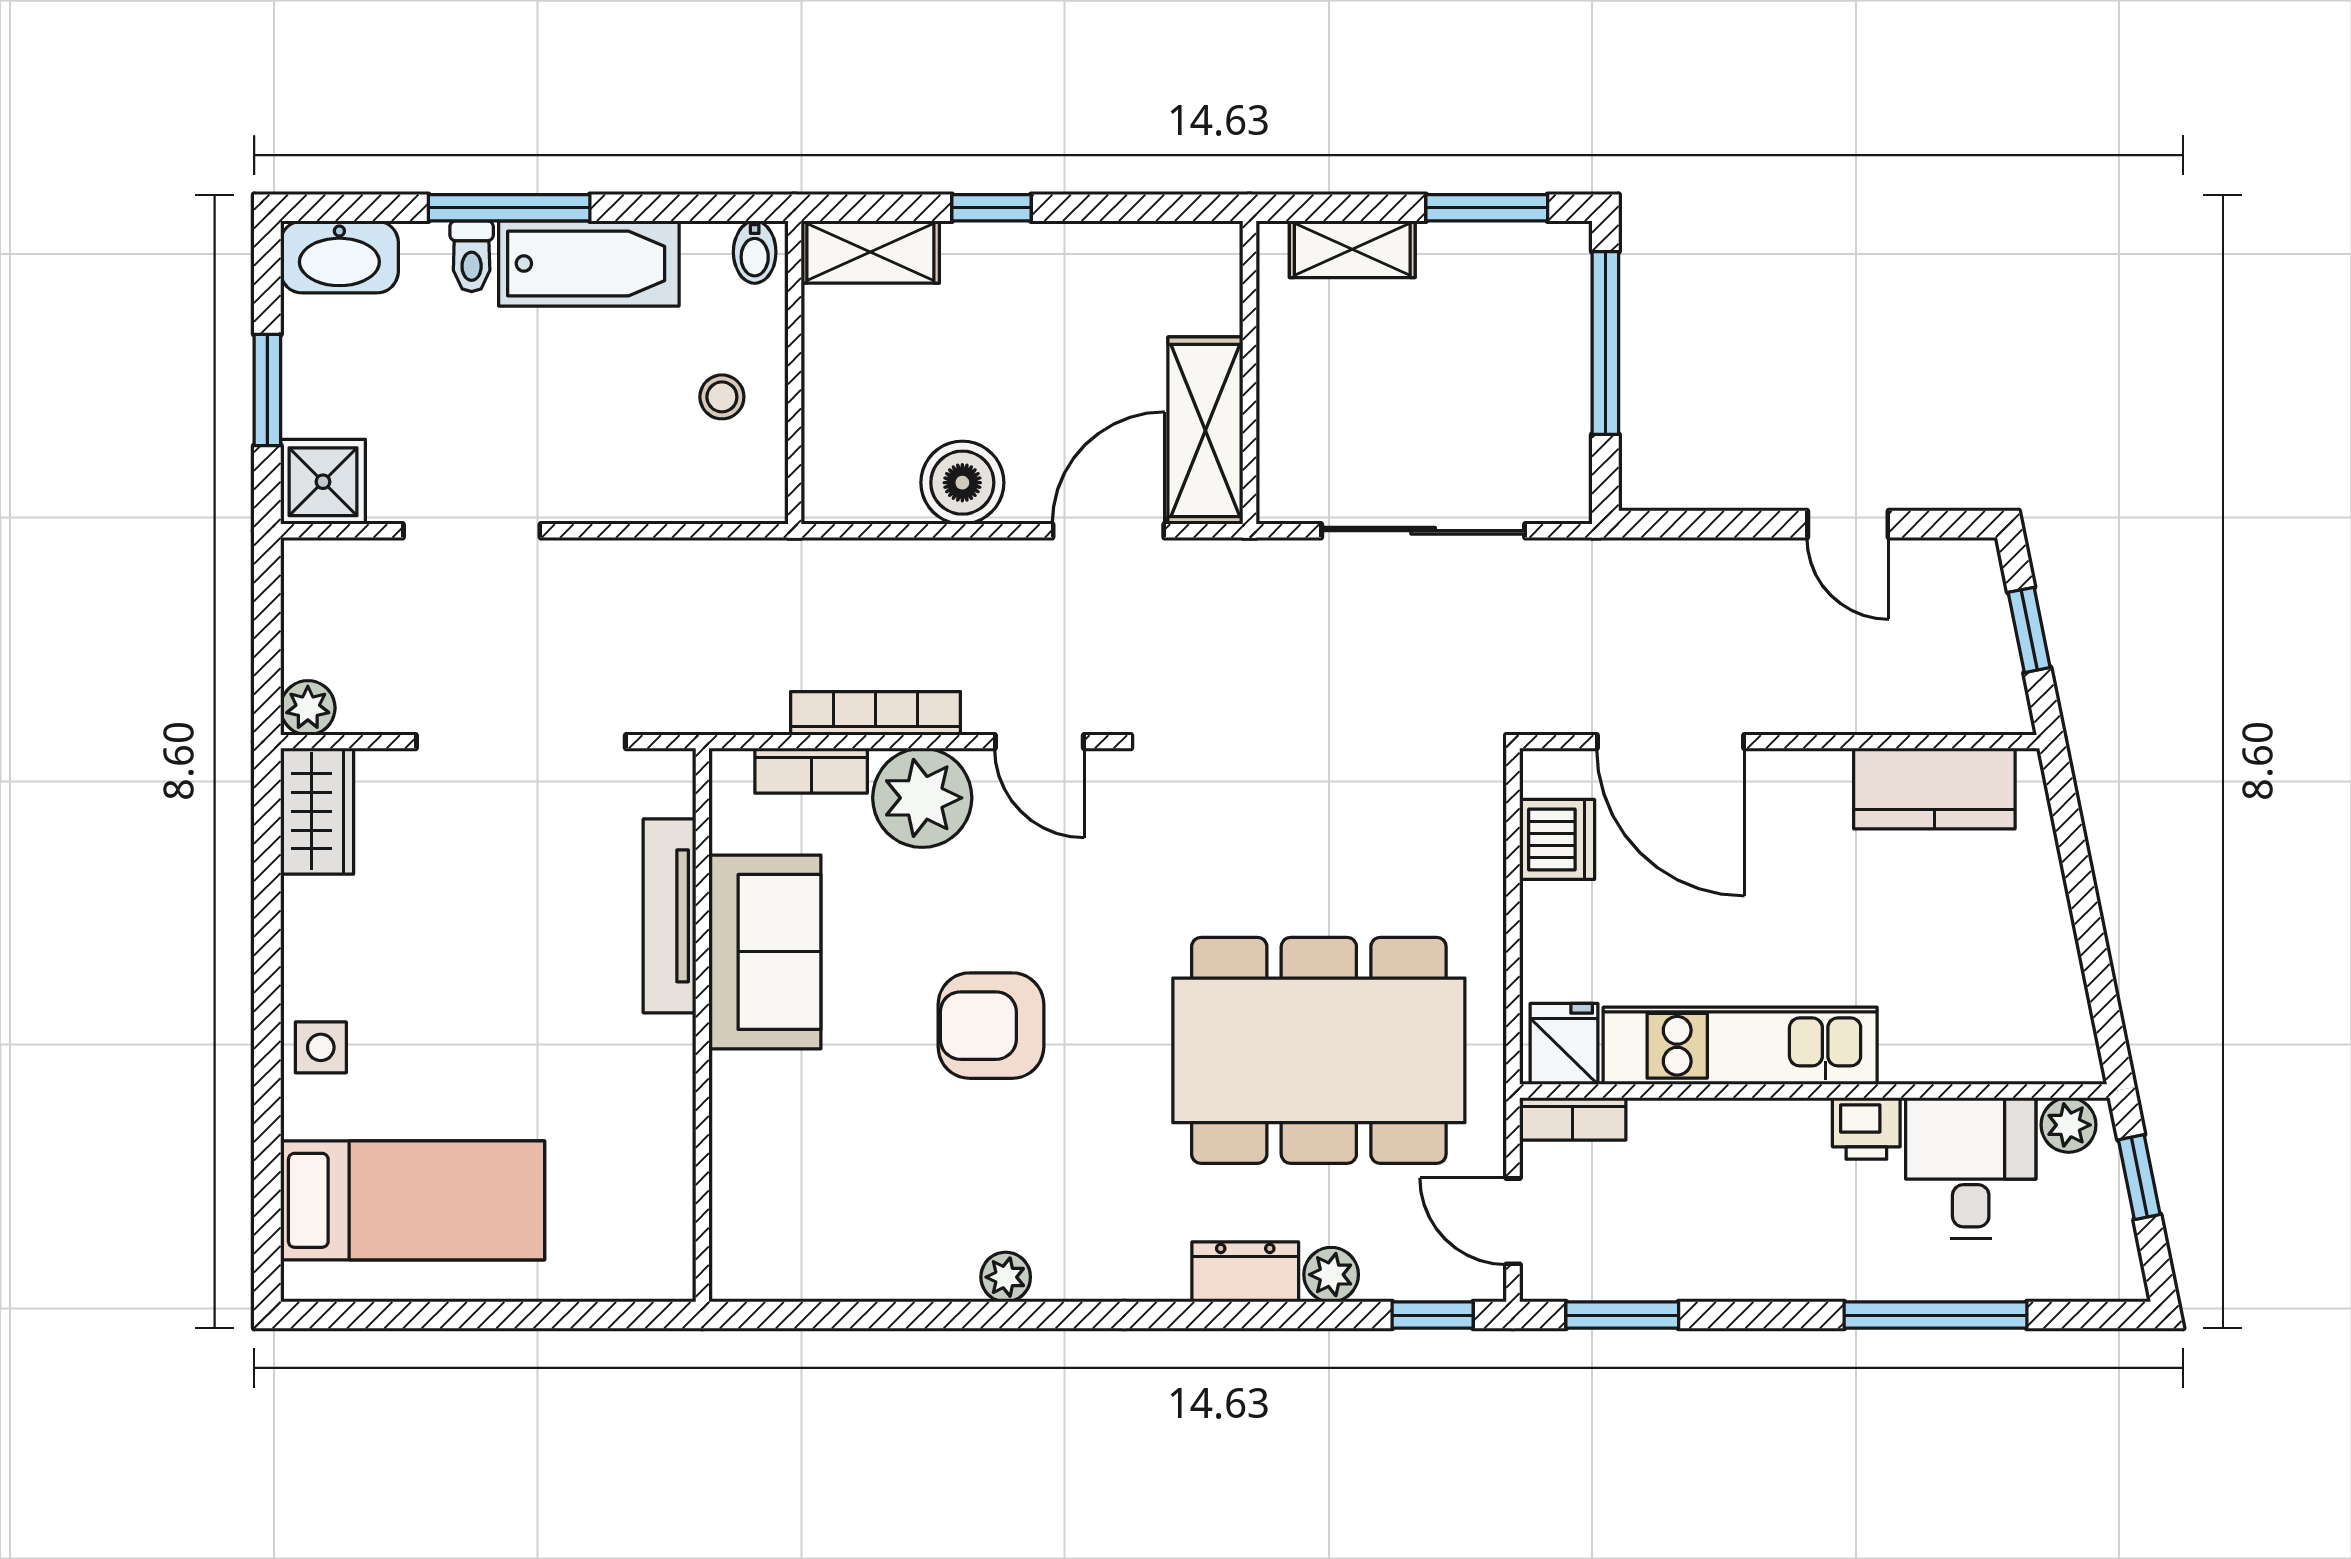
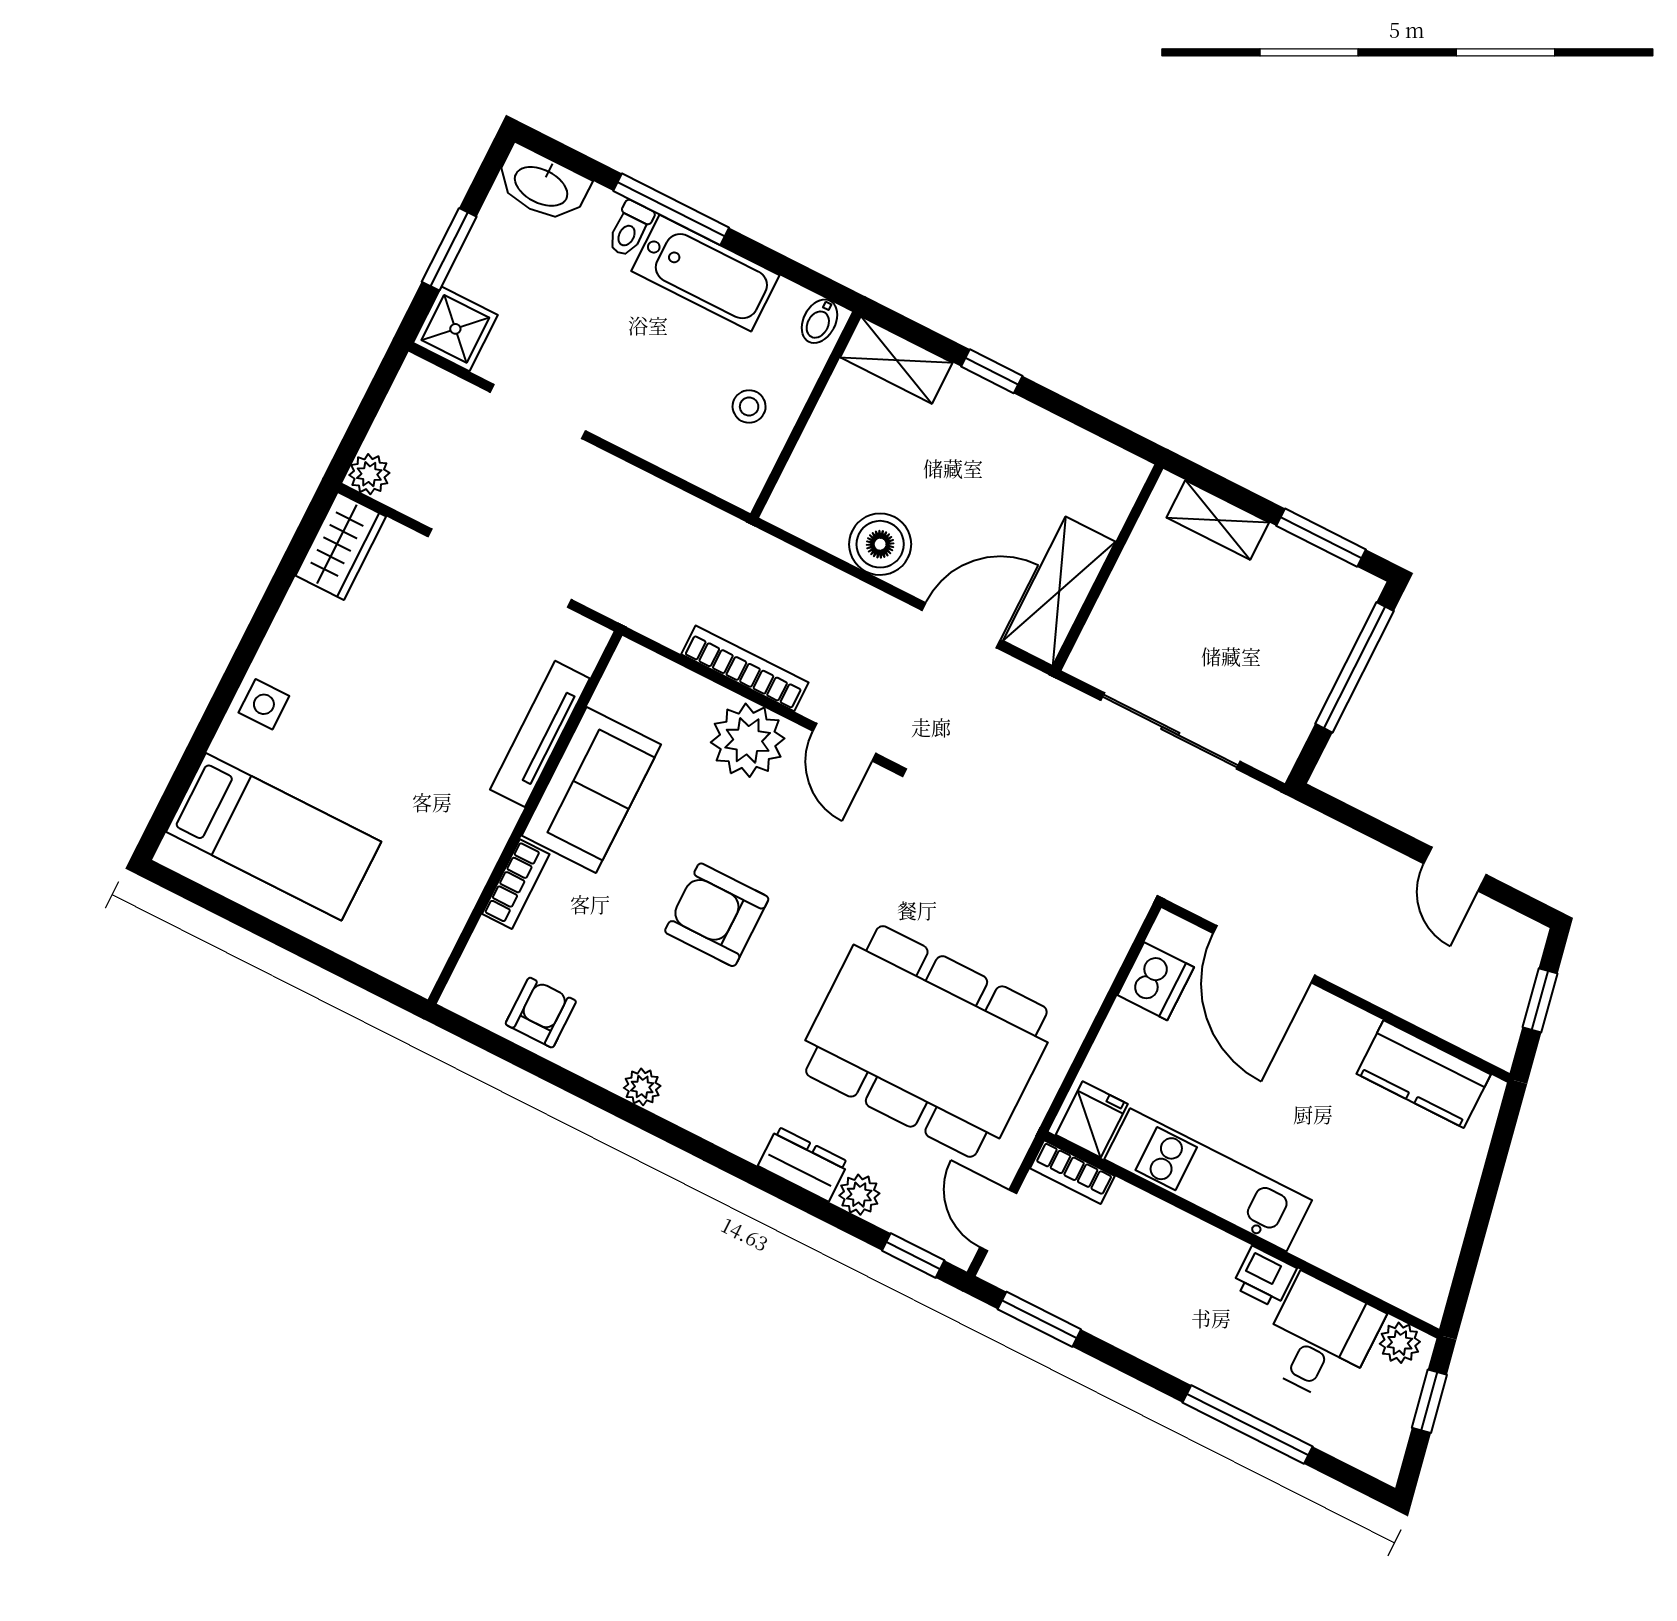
bookcase: (811, 771) -> (516, 884), moved, turned -90
armchair: (839, 1249) -> (541, 1013), added

